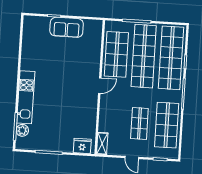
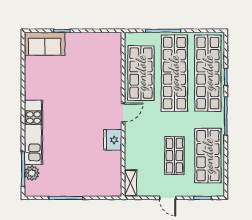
sofa: (67, 27) -> (45, 44), moved
fridge: (82, 146) -> (113, 140), moved, turned -90

